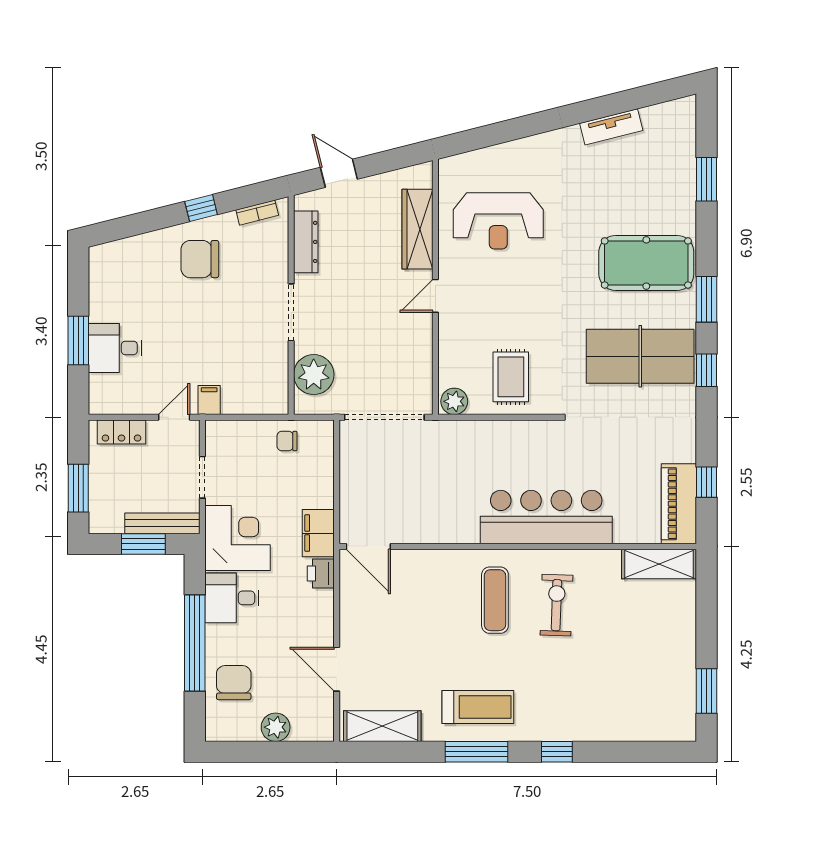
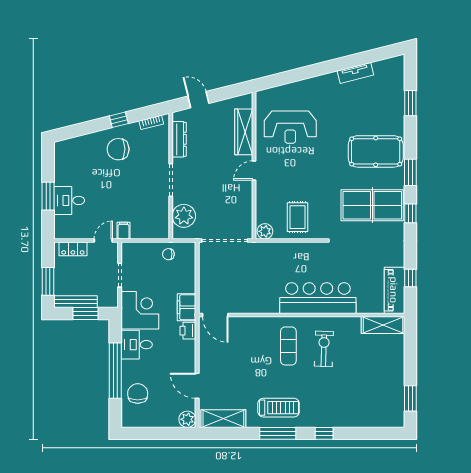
bench: (162, 523) -> (75, 302), moved
plant: (276, 727) -> (187, 419), moved

